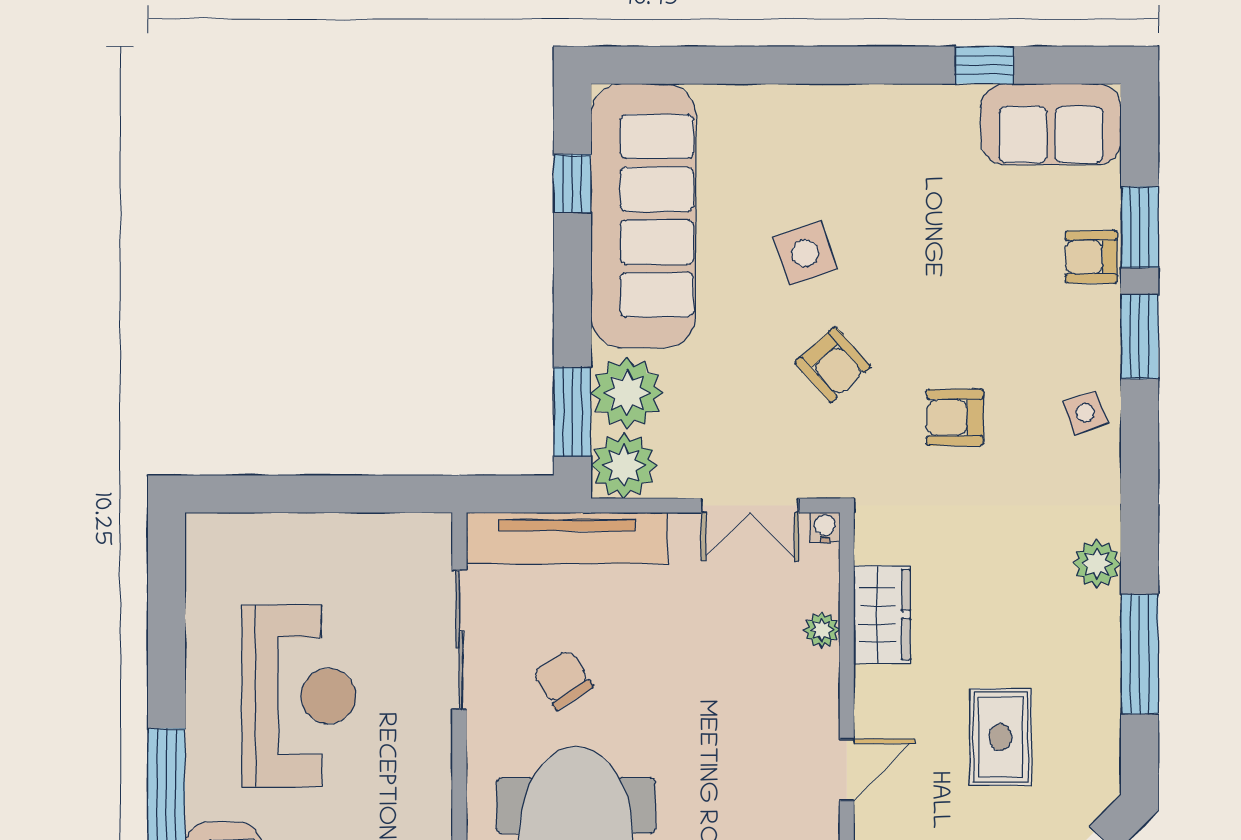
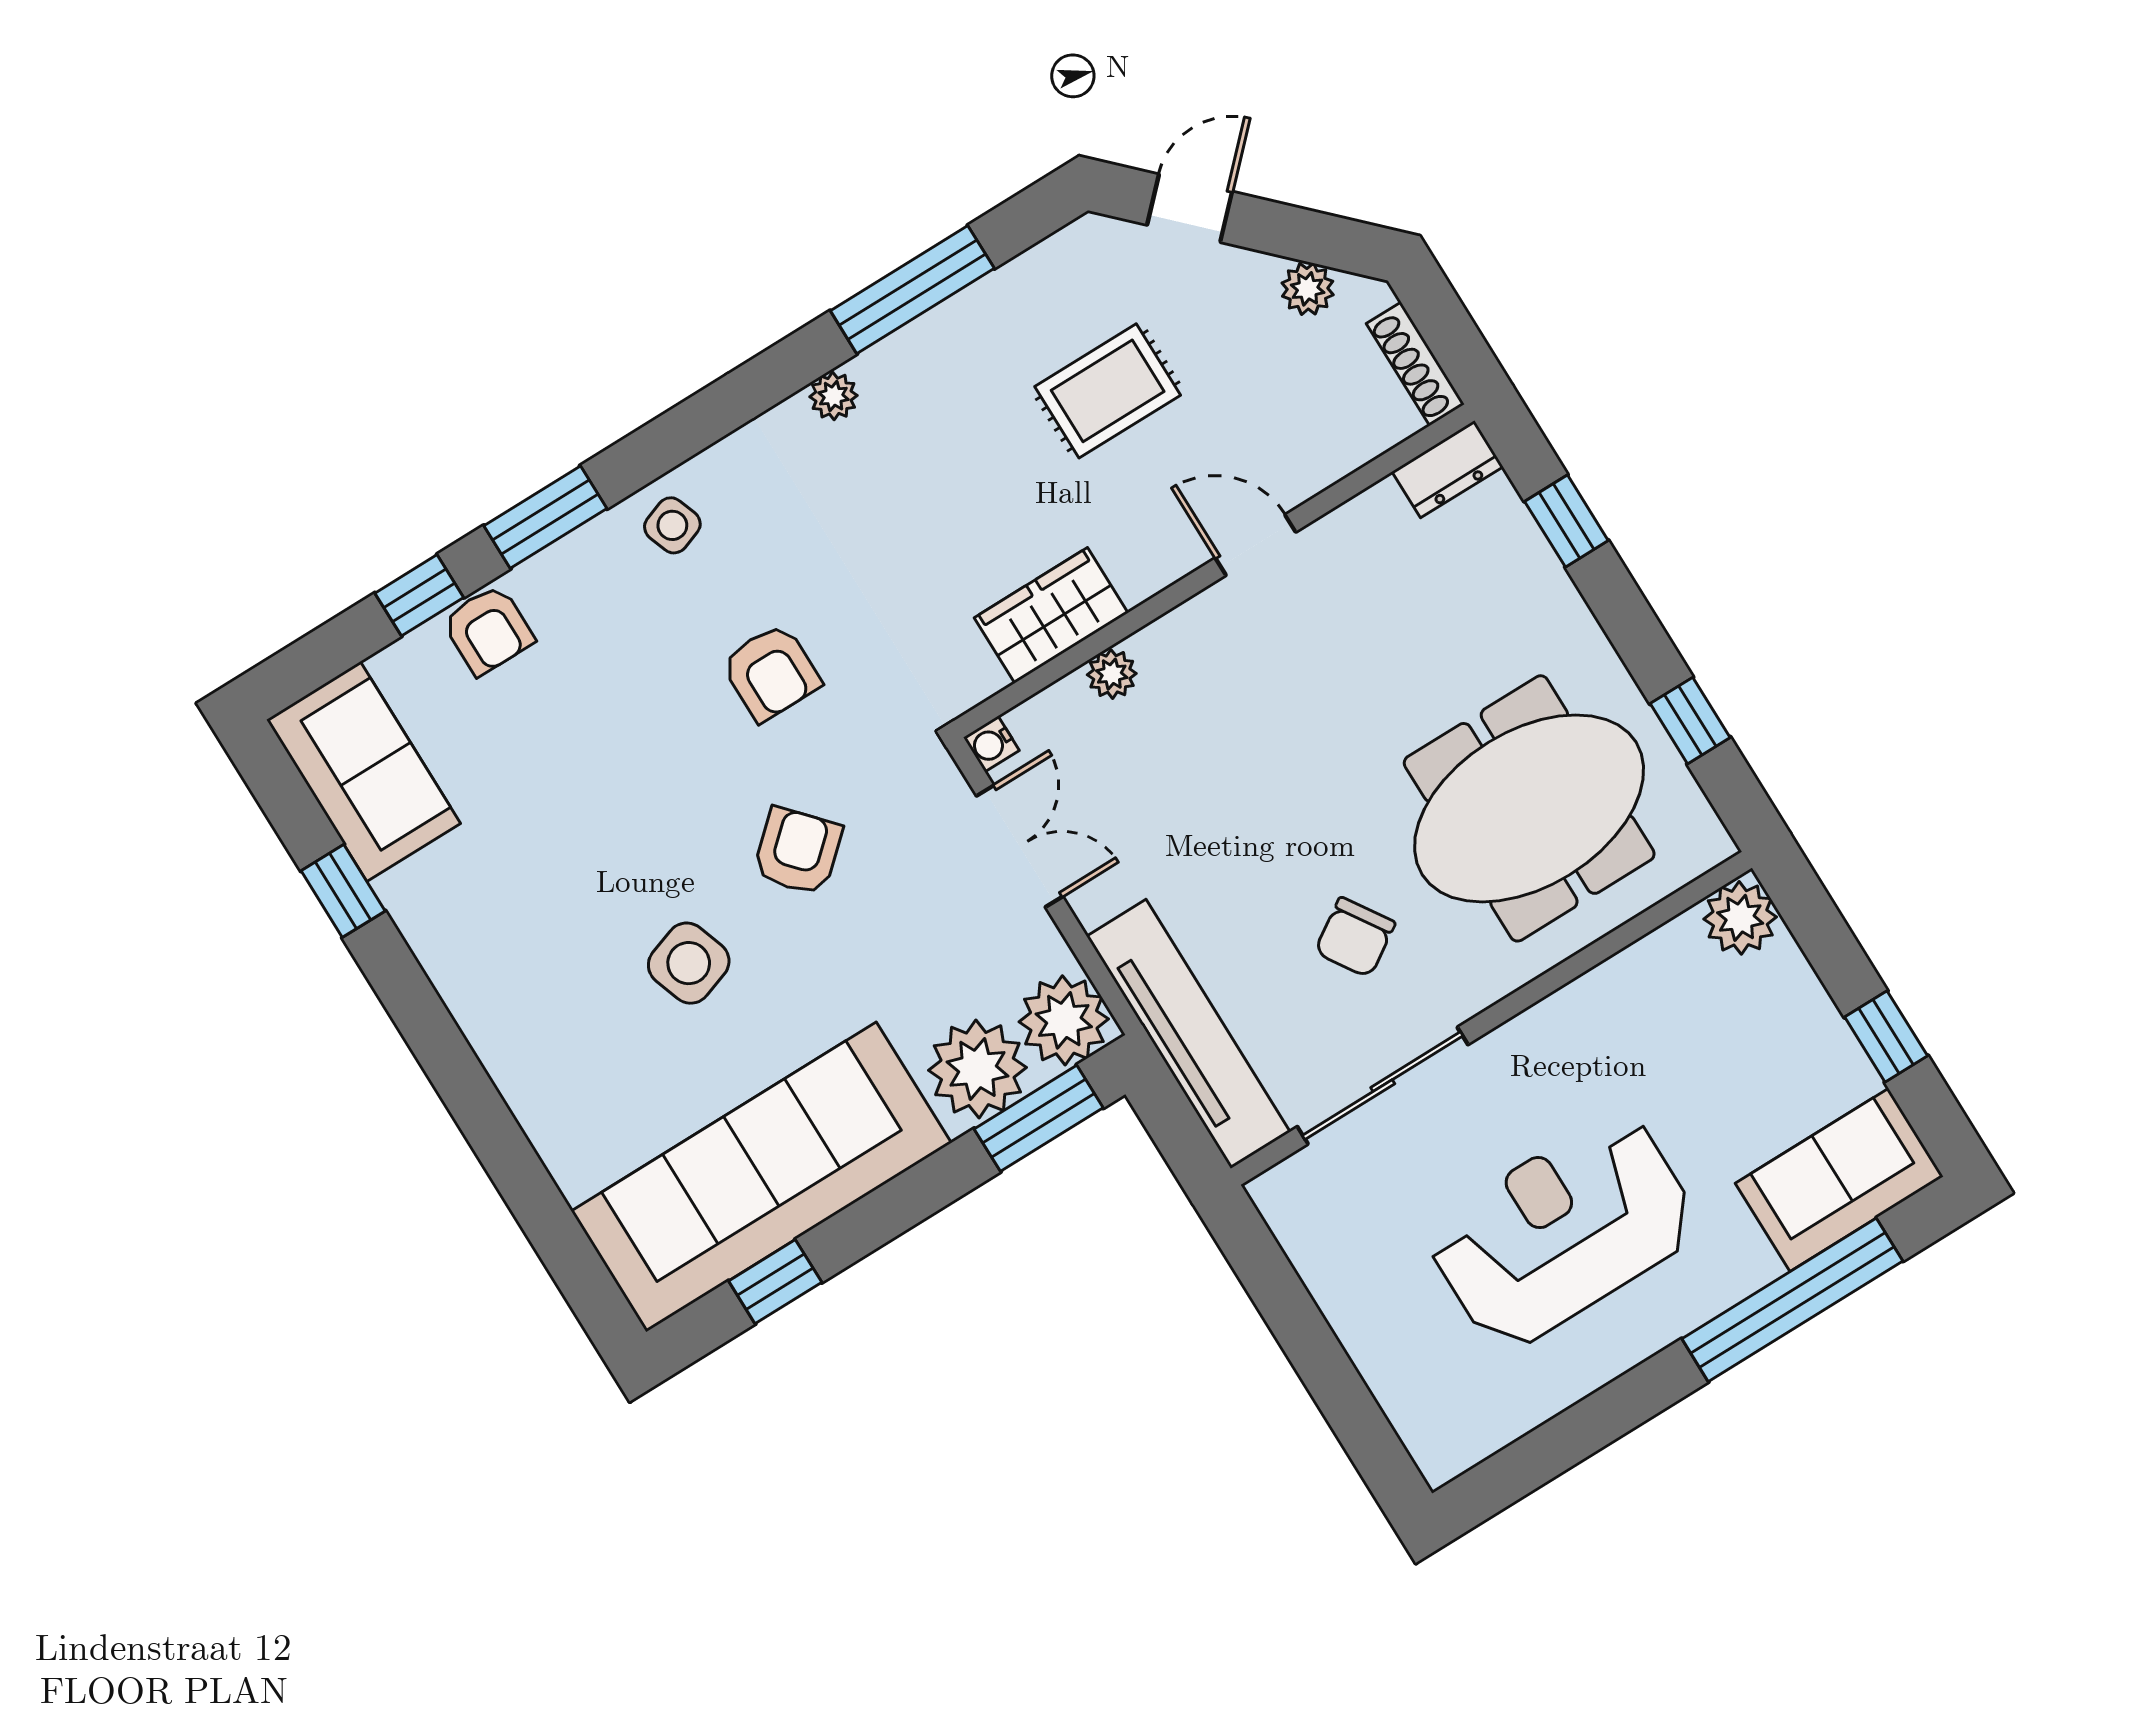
window: (1140, 227) -> (419, 595), width x0.67
plant: (1097, 564) -> (833, 396), width x0.73, depth x0.73

